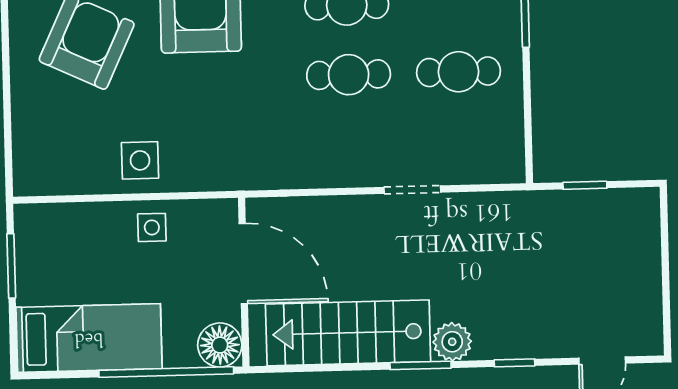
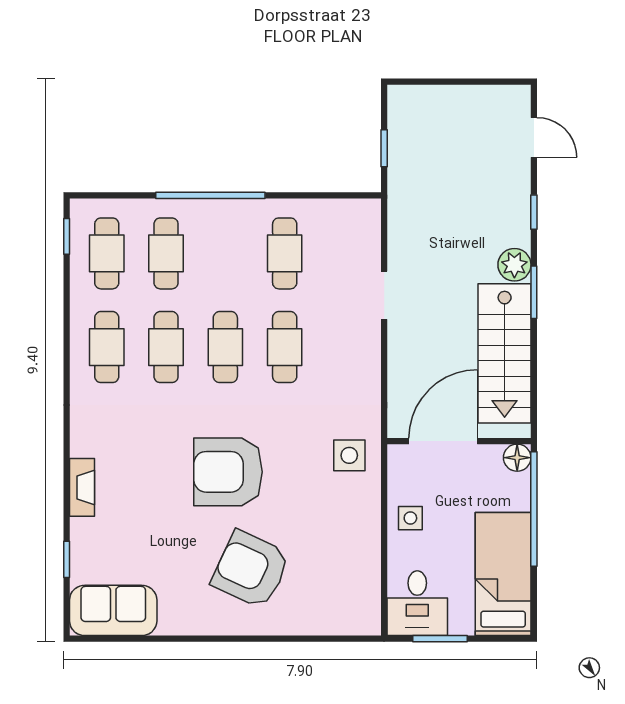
side table: (140, 160) -> (349, 455), moved
desk: (52, 238) -> (417, 603), added
floor lamp: (220, 345) -> (517, 458), width x0.73, depth x0.73

